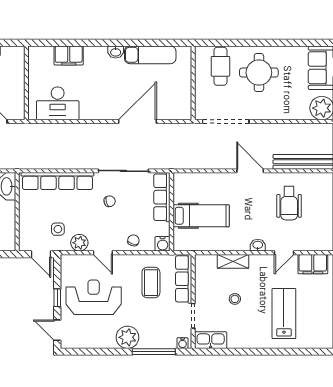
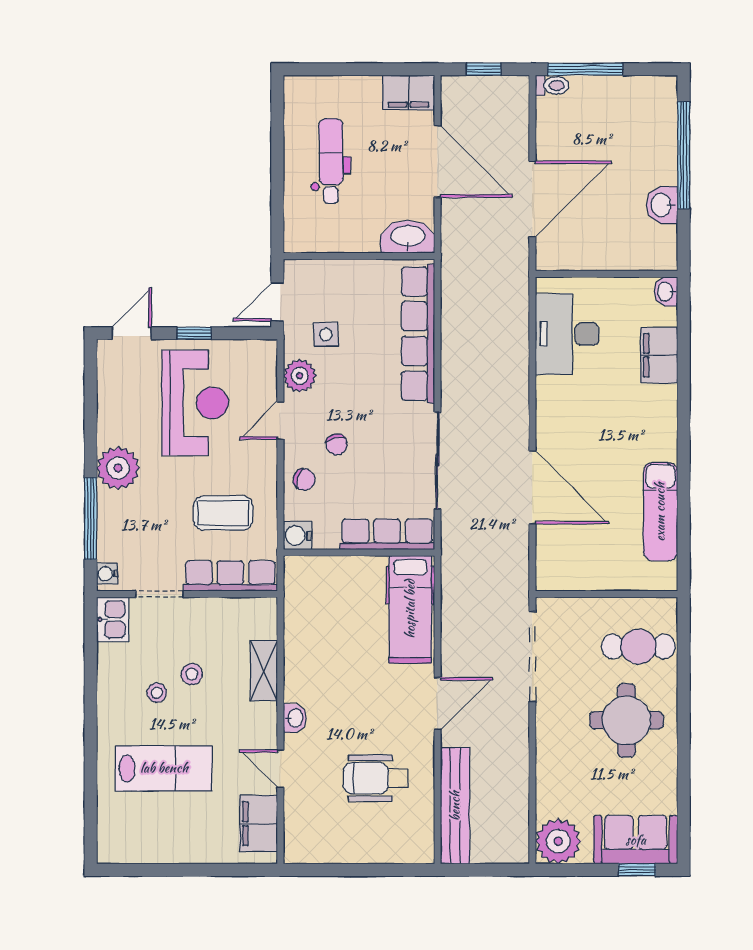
washbasin: (116, 52) -> (666, 292), moved
chair: (110, 201) -> (337, 444), moved
hospital bed: (201, 216) -> (410, 609), moved
stool: (245, 317) -> (157, 693), added
kitchen sink: (211, 340) -> (113, 619), width x0.73

